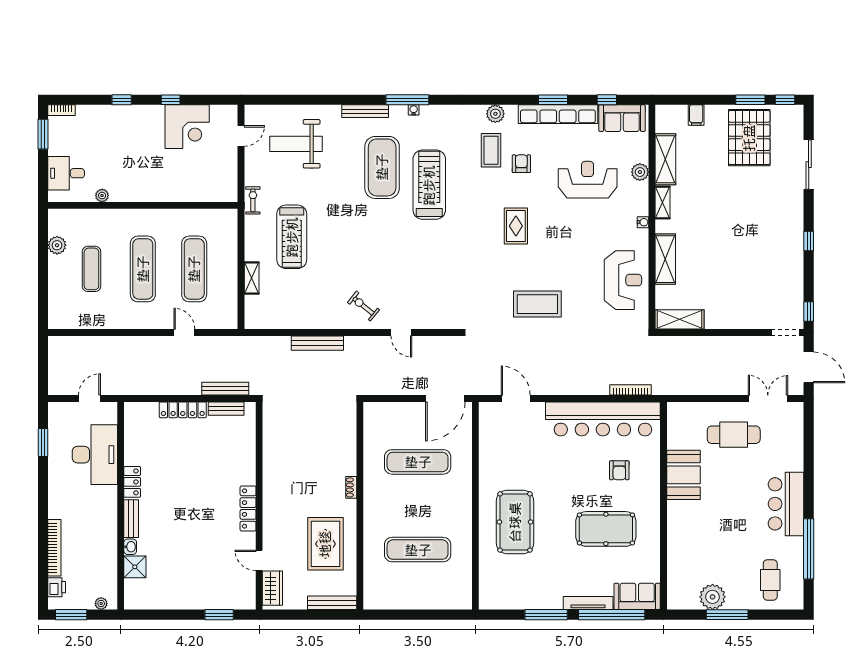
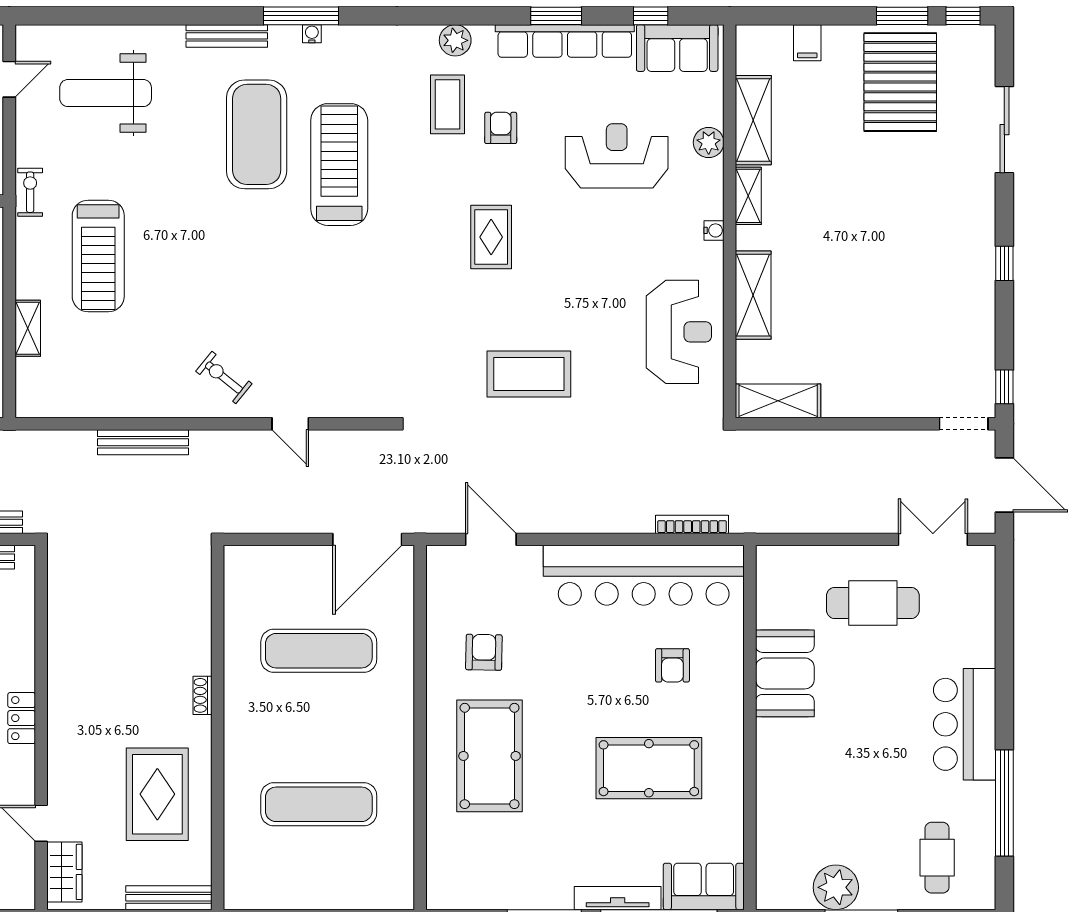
armchair: (512, 463) -> (484, 652), added
locker: (248, 509) -> (22, 718), width x0.66

